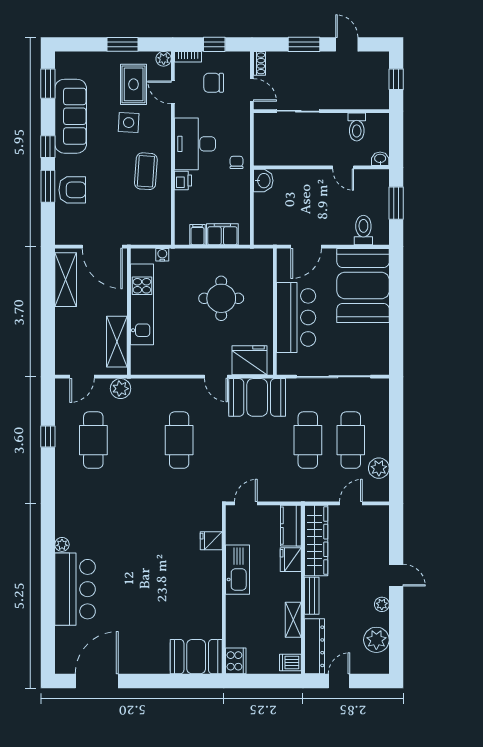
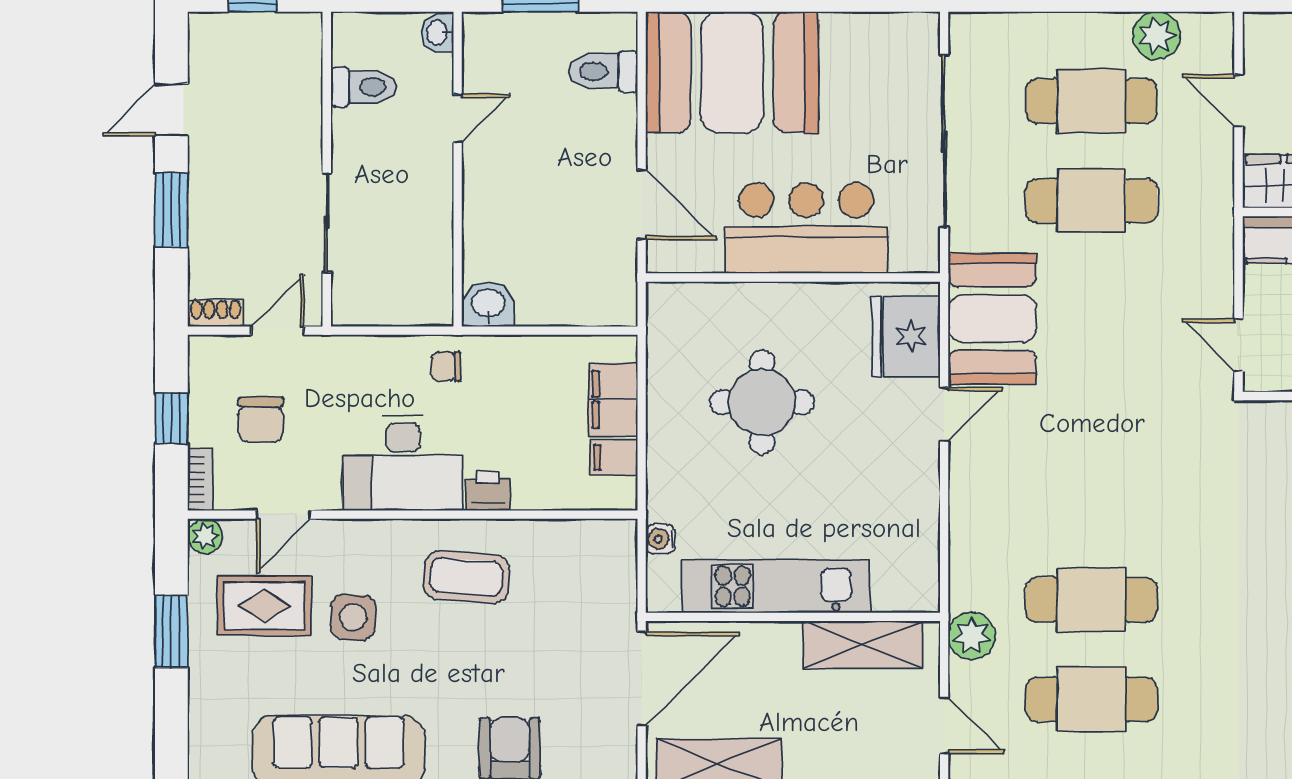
cafe table: (179, 440) -> (1091, 600), moved

